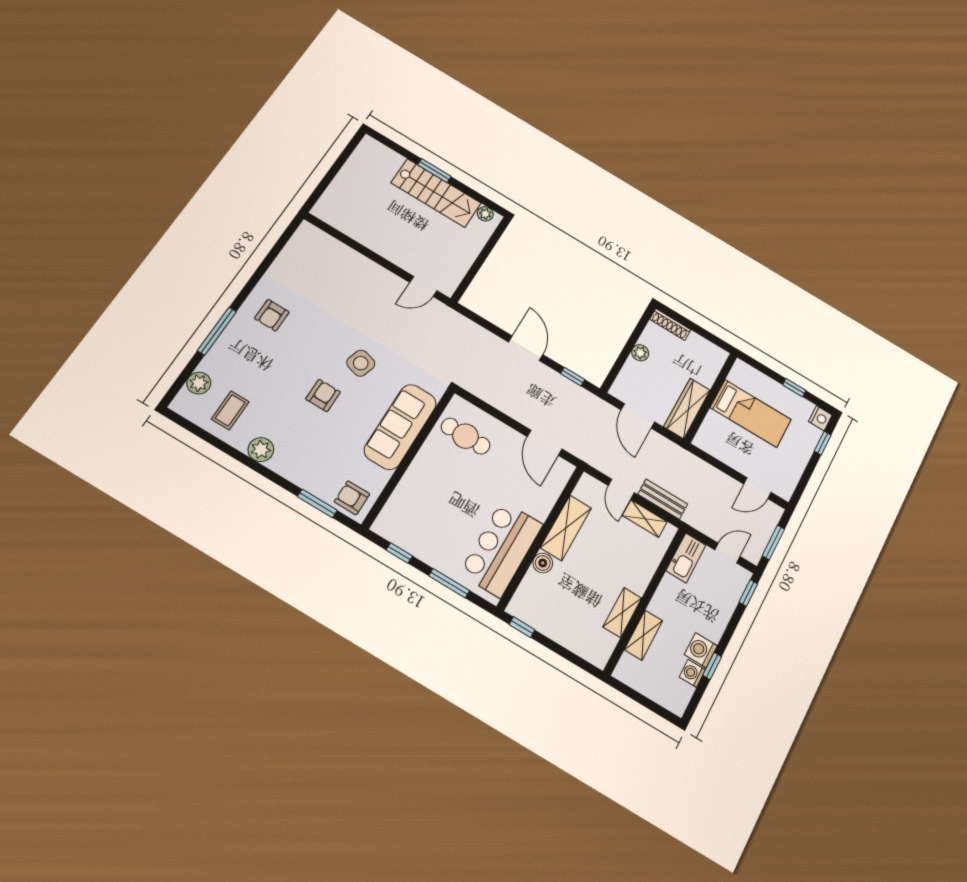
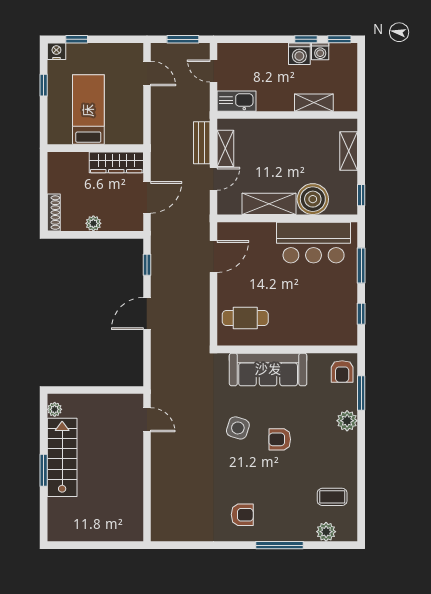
cafe table: (466, 436) -> (245, 318), turned 90
plant: (261, 450) -> (347, 421), moved
boiler: (543, 563) -> (313, 199), width x1.86, depth x1.86
window: (748, 593) -> (339, 39), moved
shelving: (622, 613) -> (349, 151), moved, turned 90

